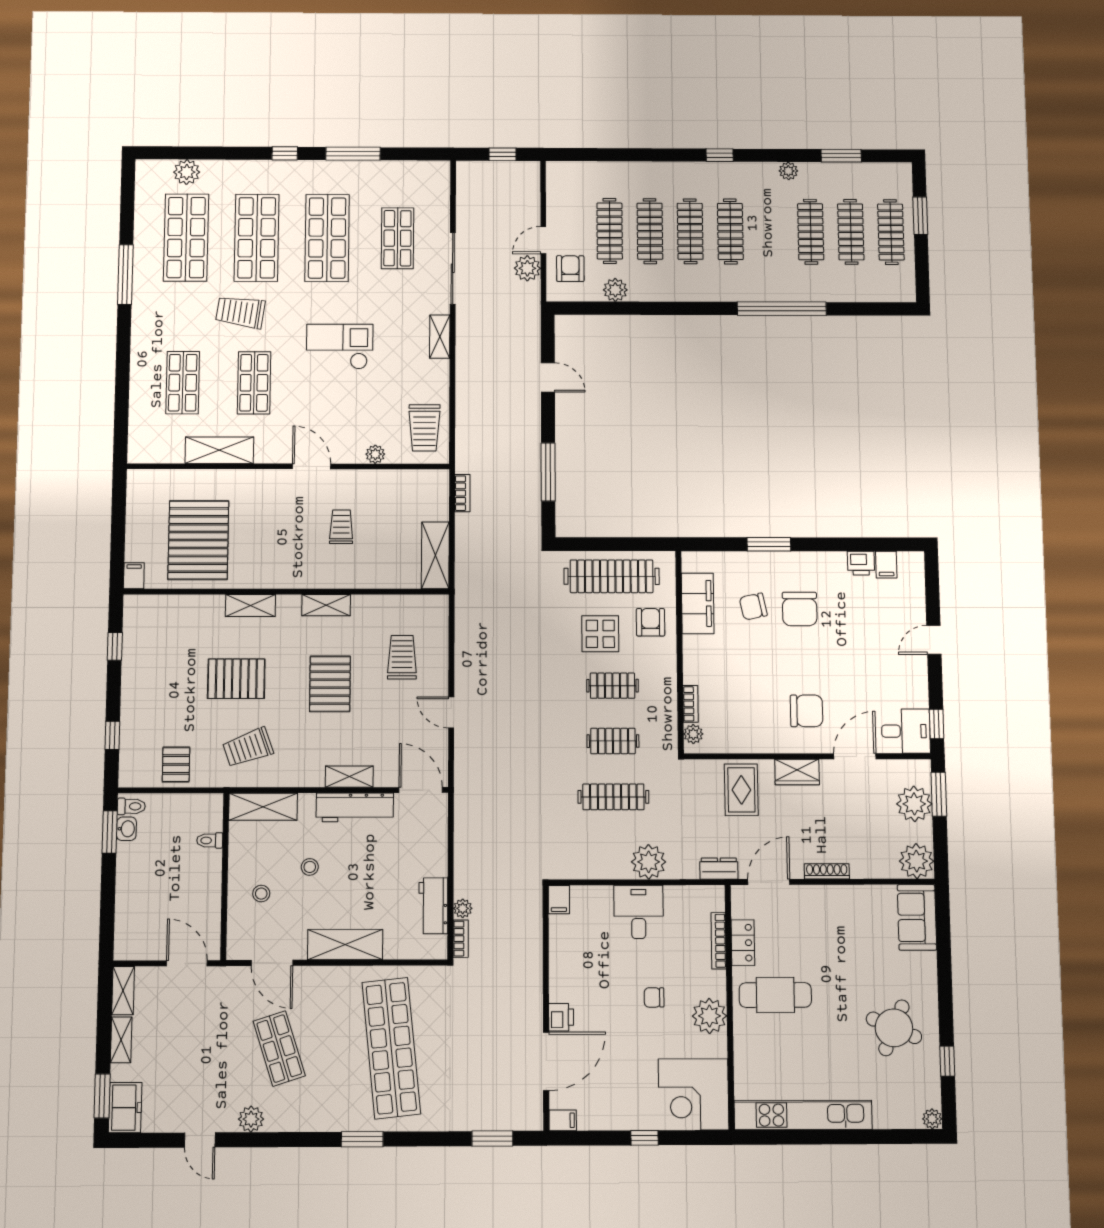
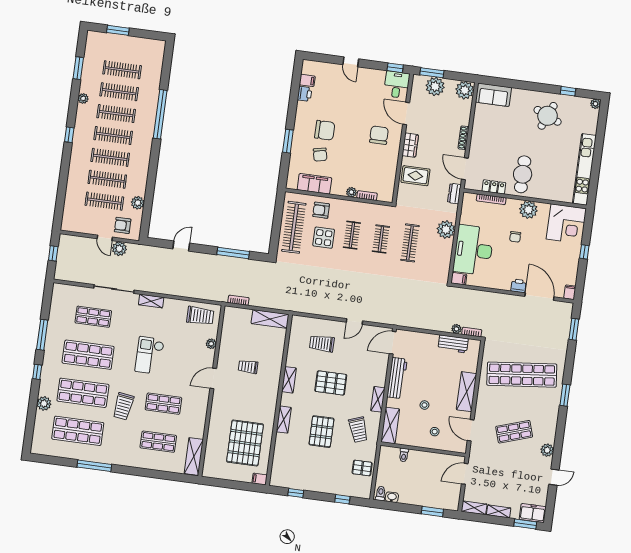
plant: (187, 172) -> (44, 403), moved
clothes rail: (891, 232) -> (116, 114), moved
shelving: (219, 450) -> (194, 456), moved
pallet: (198, 540) -> (245, 443), turned 90
plant: (693, 734) -> (351, 192), moved
shelving: (349, 777) -> (378, 399), moved
window: (110, 832) -> (432, 511), moved
desk: (639, 912) -> (473, 250), width x1.87, depth x1.30
door: (272, 963) -> (471, 430), swing flipped

